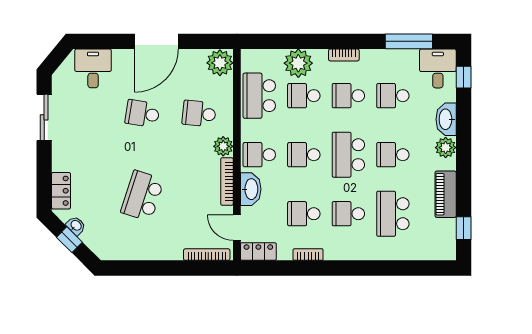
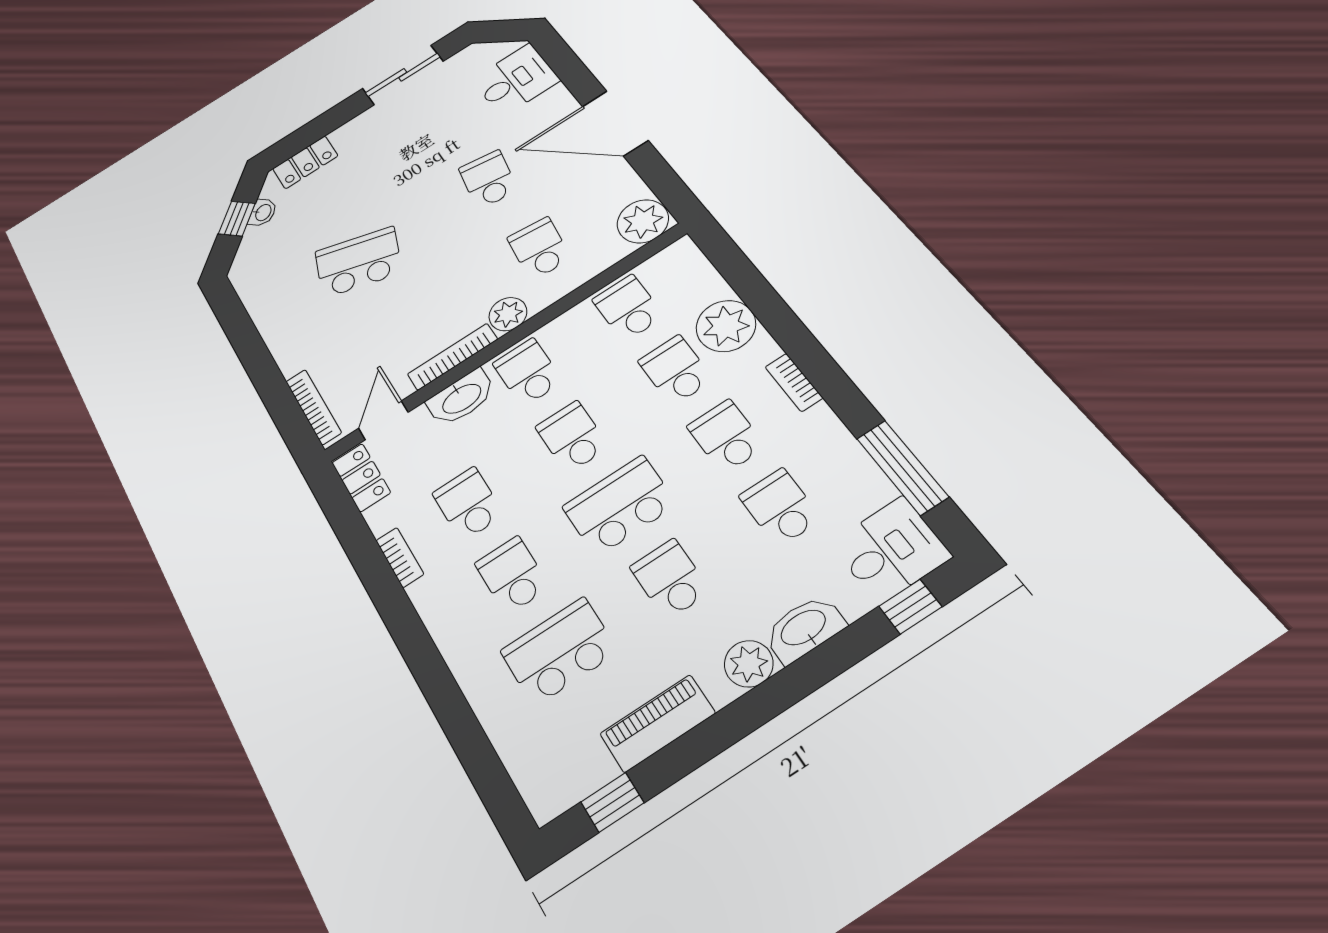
school desk: (259, 96) -> (628, 308), width x0.54

